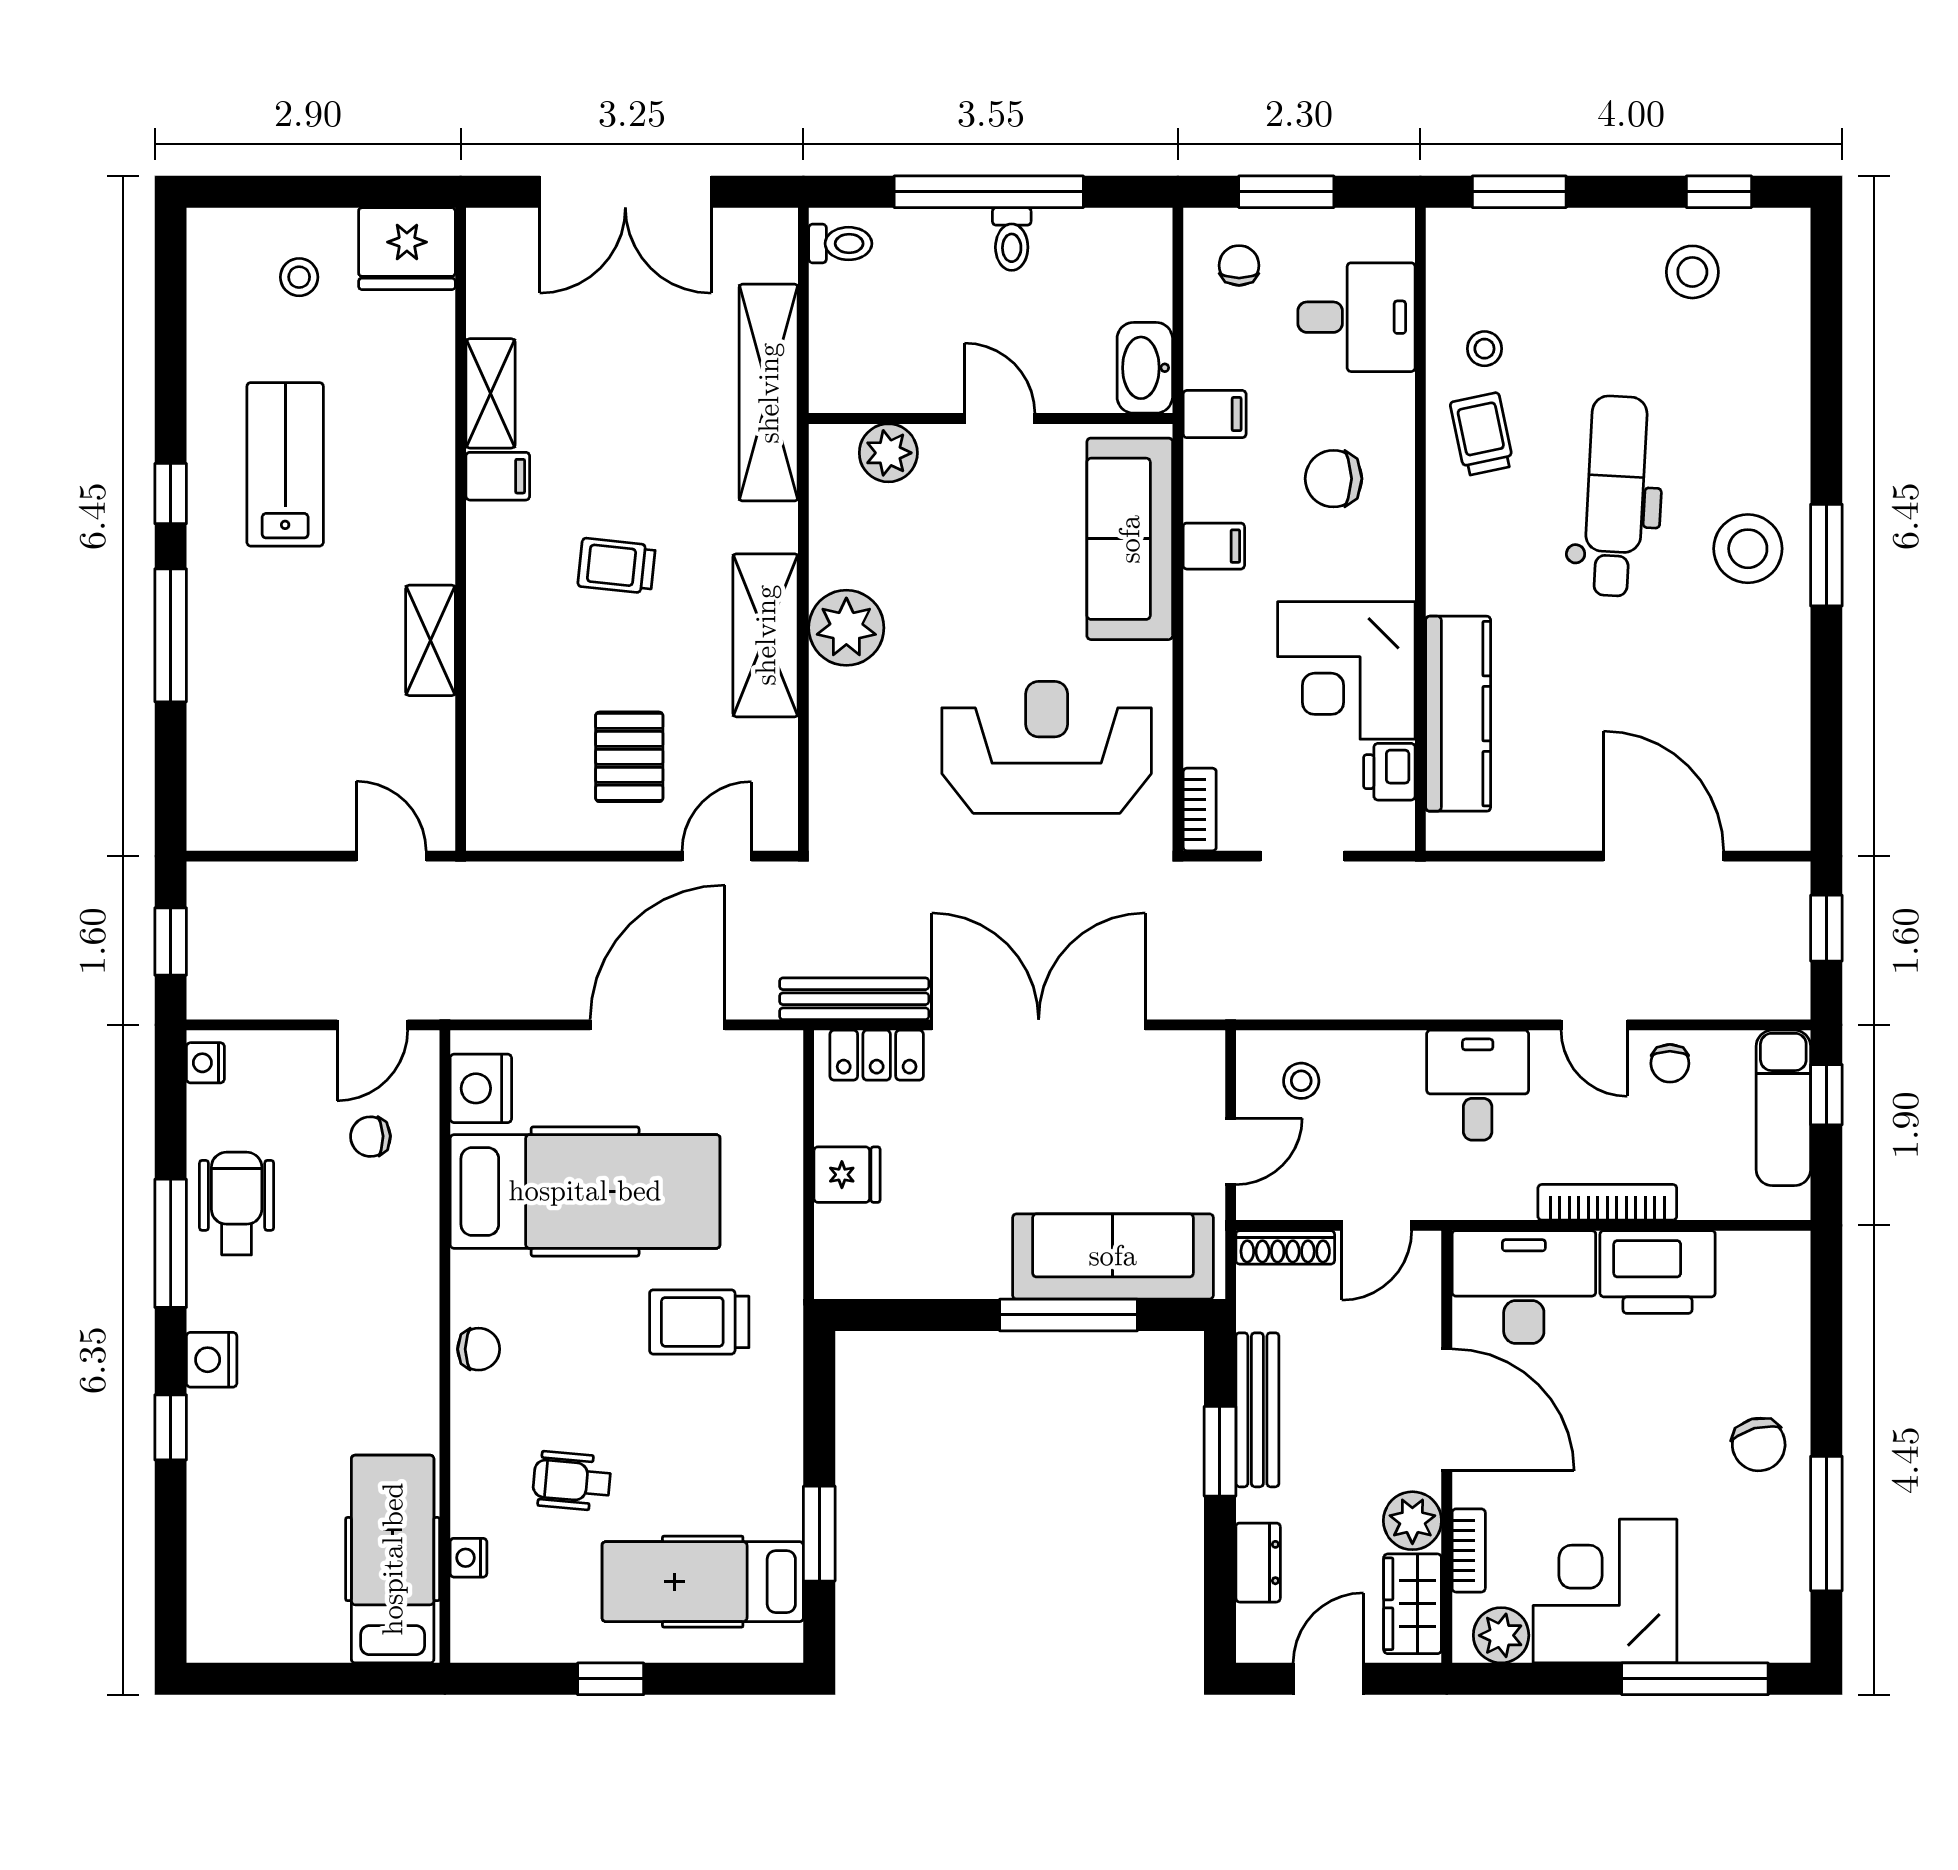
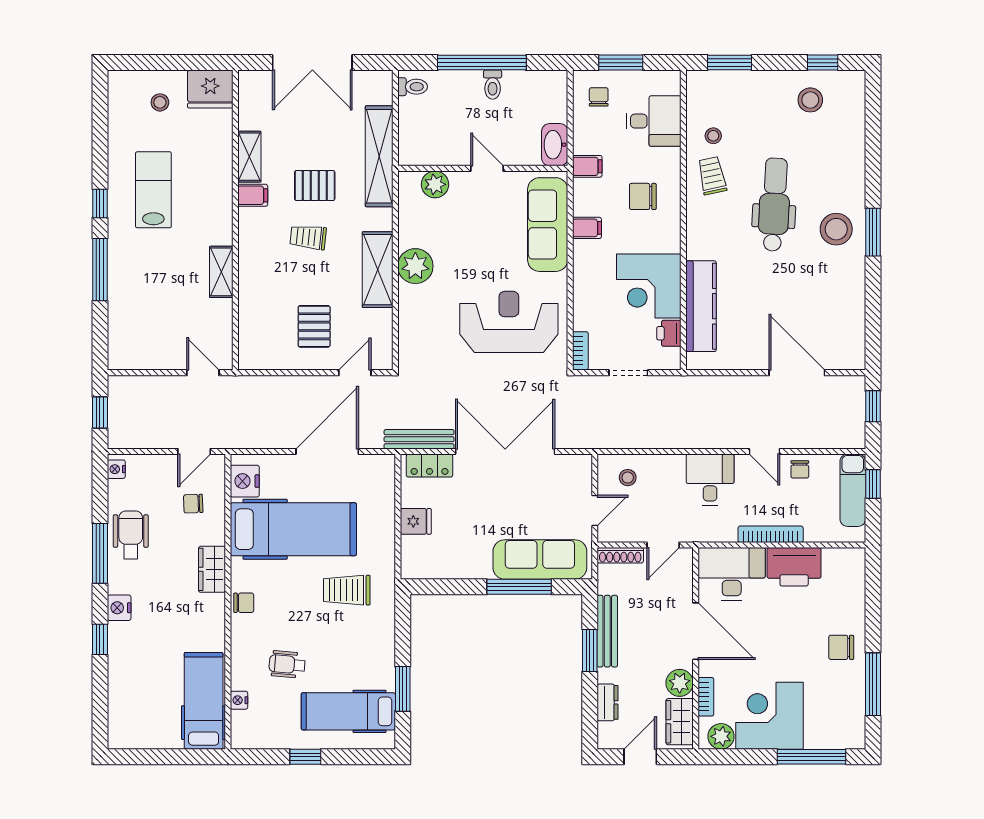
pallet: (631, 455) -> (315, 186), added
wardrobe: (411, 1277) -> (212, 569), added
chair: (1759, 1444) -> (841, 647), turned 105

